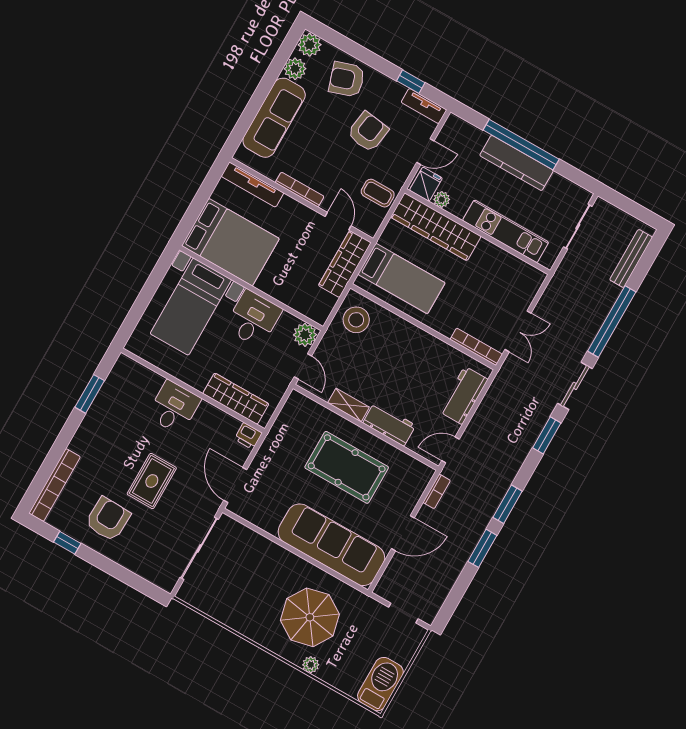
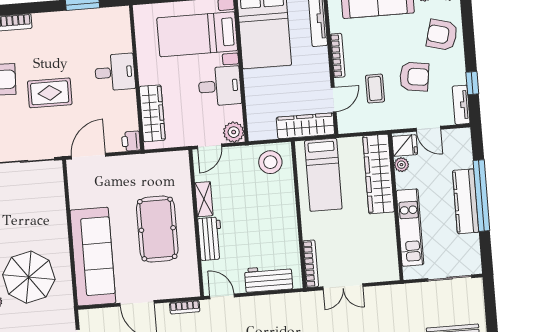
armchair: (347, 79) -> (442, 35), turned -57
coffee table: (378, 193) -> (375, 89), moved

